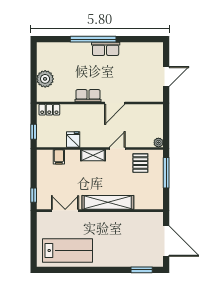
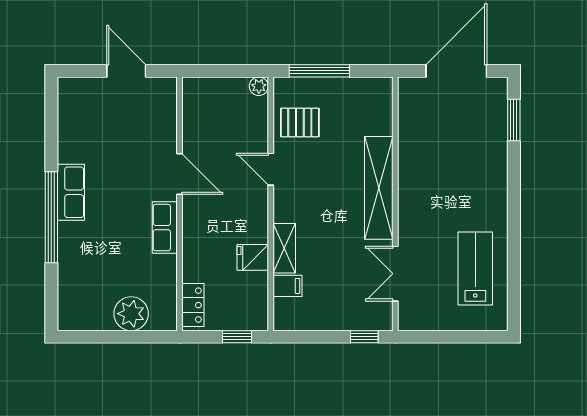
shelving: (93, 155) -> (284, 248), moved
lab bench: (68, 251) -> (475, 268), width x0.73, depth x0.72

